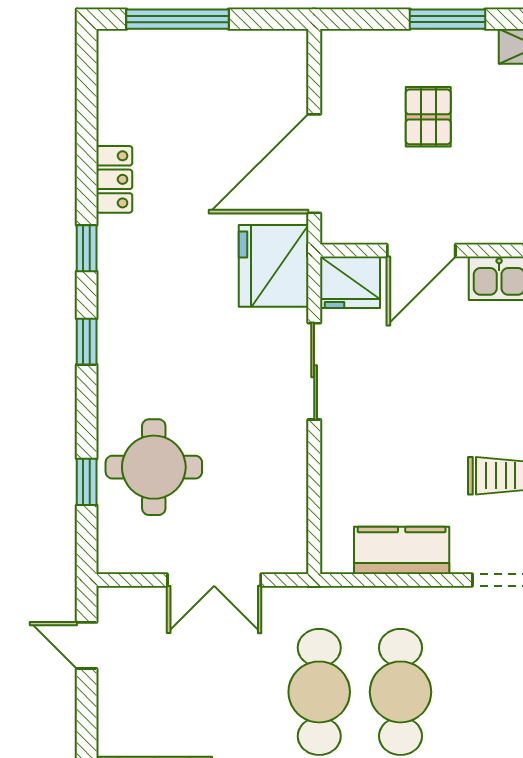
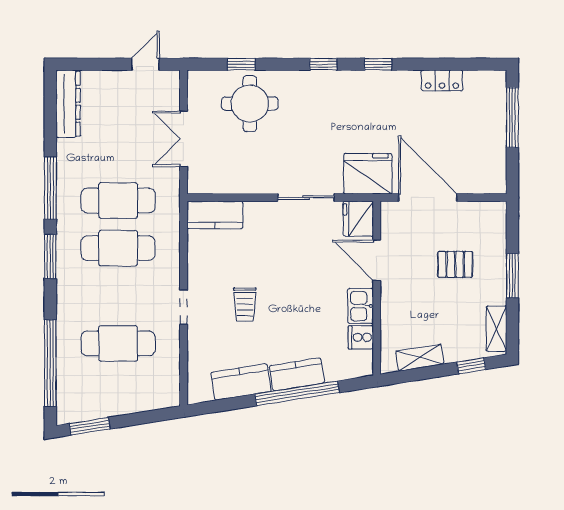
locker: (114, 179) -> (442, 80), moved
kitchen counter: (402, 550) -> (215, 215), moved, turned 90

